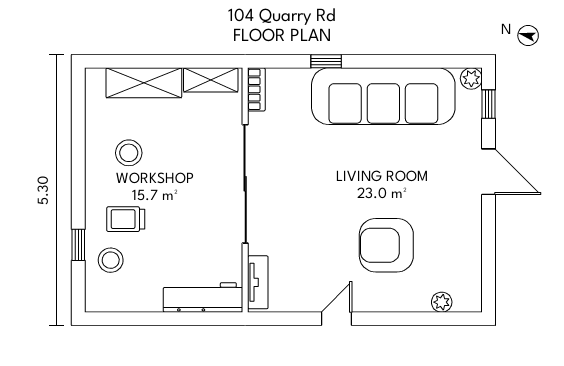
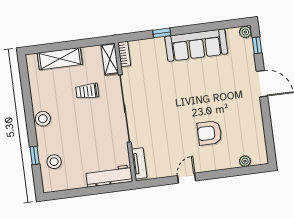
shelving: (211, 80) -> (110, 59), moved, turned 90
sofa: (383, 96) -> (196, 45), width x0.74, depth x0.79
stool: (129, 153) -> (43, 119), moved
trolley: (126, 219) -> (87, 91), moved
armchair: (386, 245) -> (209, 133), width x0.73, depth x0.73

